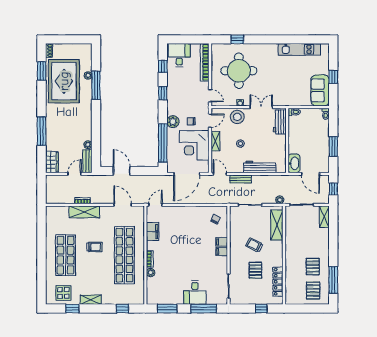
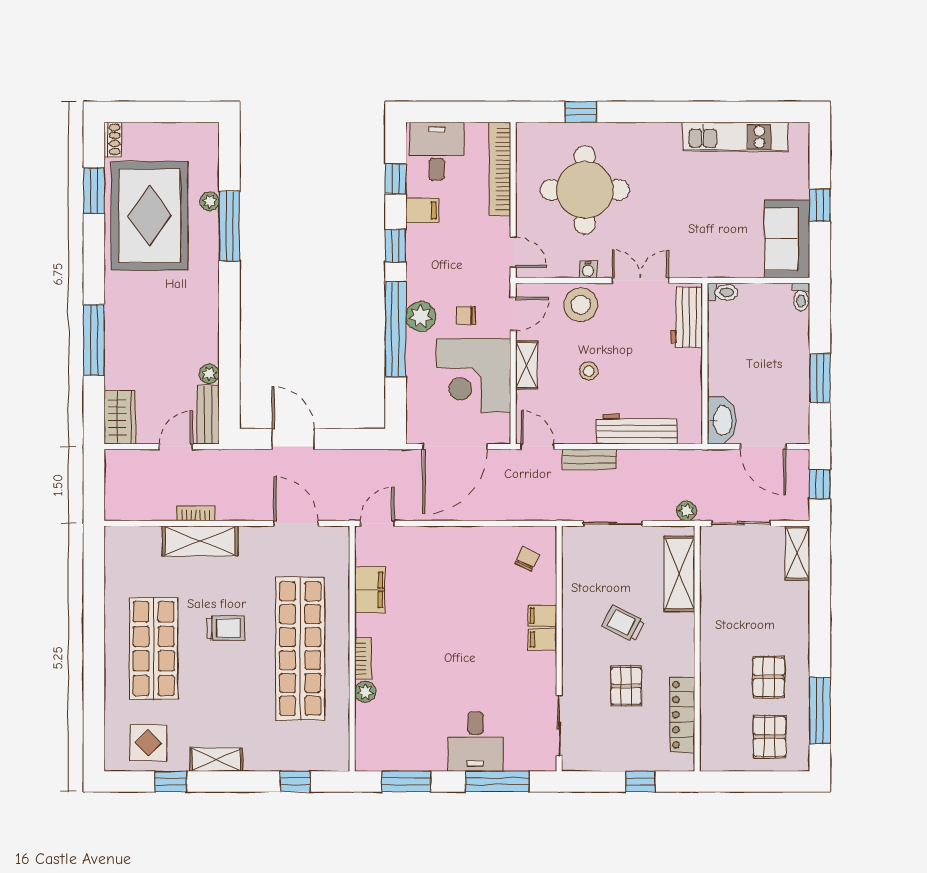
filing cabinet: (173, 79) -> (422, 211), added
window: (163, 143) -> (396, 329), moved

